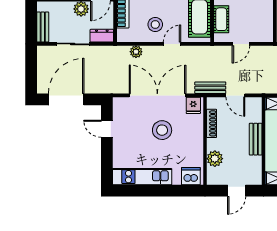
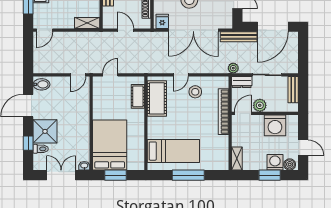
door: (241, 44) -> (110, 75), moved
plant: (136, 52) -> (233, 68), moved
bench: (210, 88) -> (239, 37), moved, width x1.36

